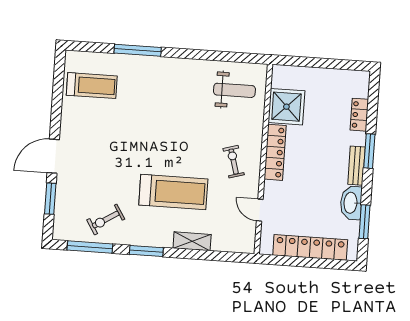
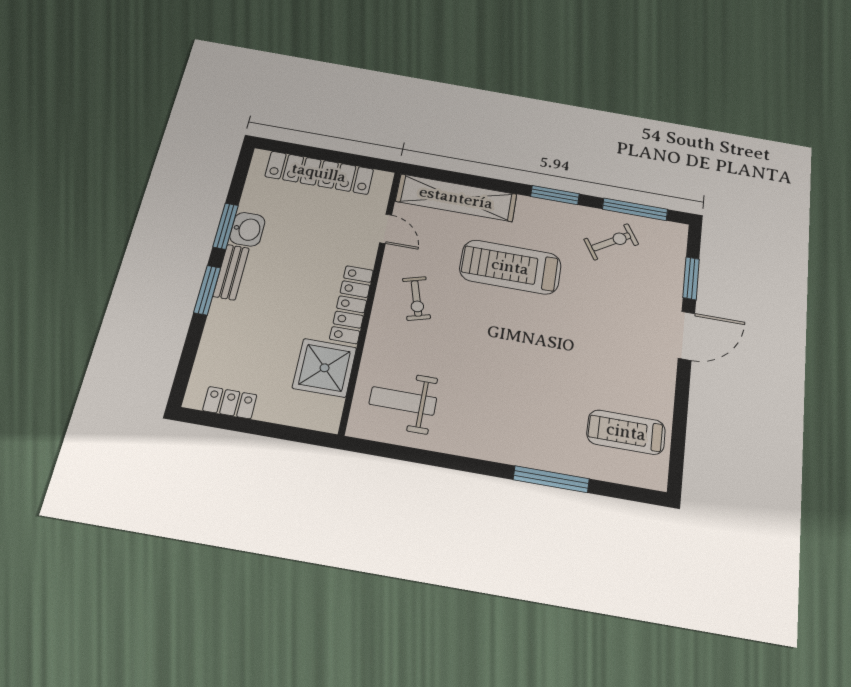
locker: (359, 115) -> (230, 403), moved, turned -90
washbasin: (351, 203) -> (247, 229), width x0.72
window: (364, 222) -> (226, 226), moved
shelving: (192, 241) -> (456, 198), width x2.20, depth x1.33

